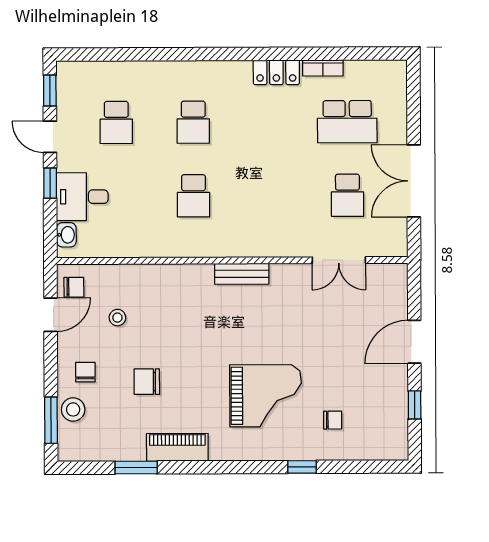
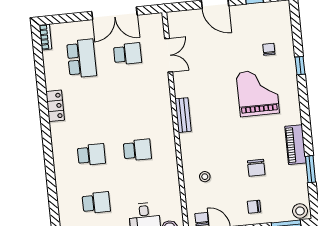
bookcase: (323, 68) -> (45, 37), moved
stool: (117, 318) -> (205, 177), moved
stool: (73, 409) -> (300, 211), moved

